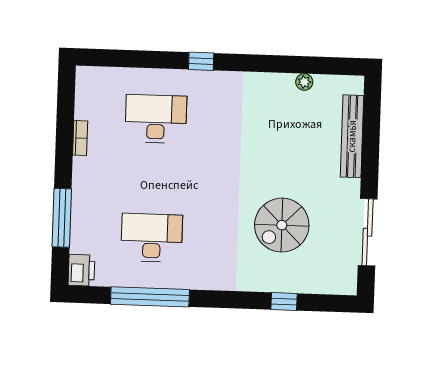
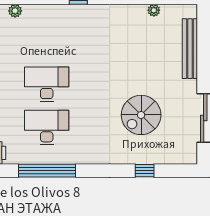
plant: (114, 76) -> (15, 11), added
desk: (156, 119) -> (47, 84), moved

